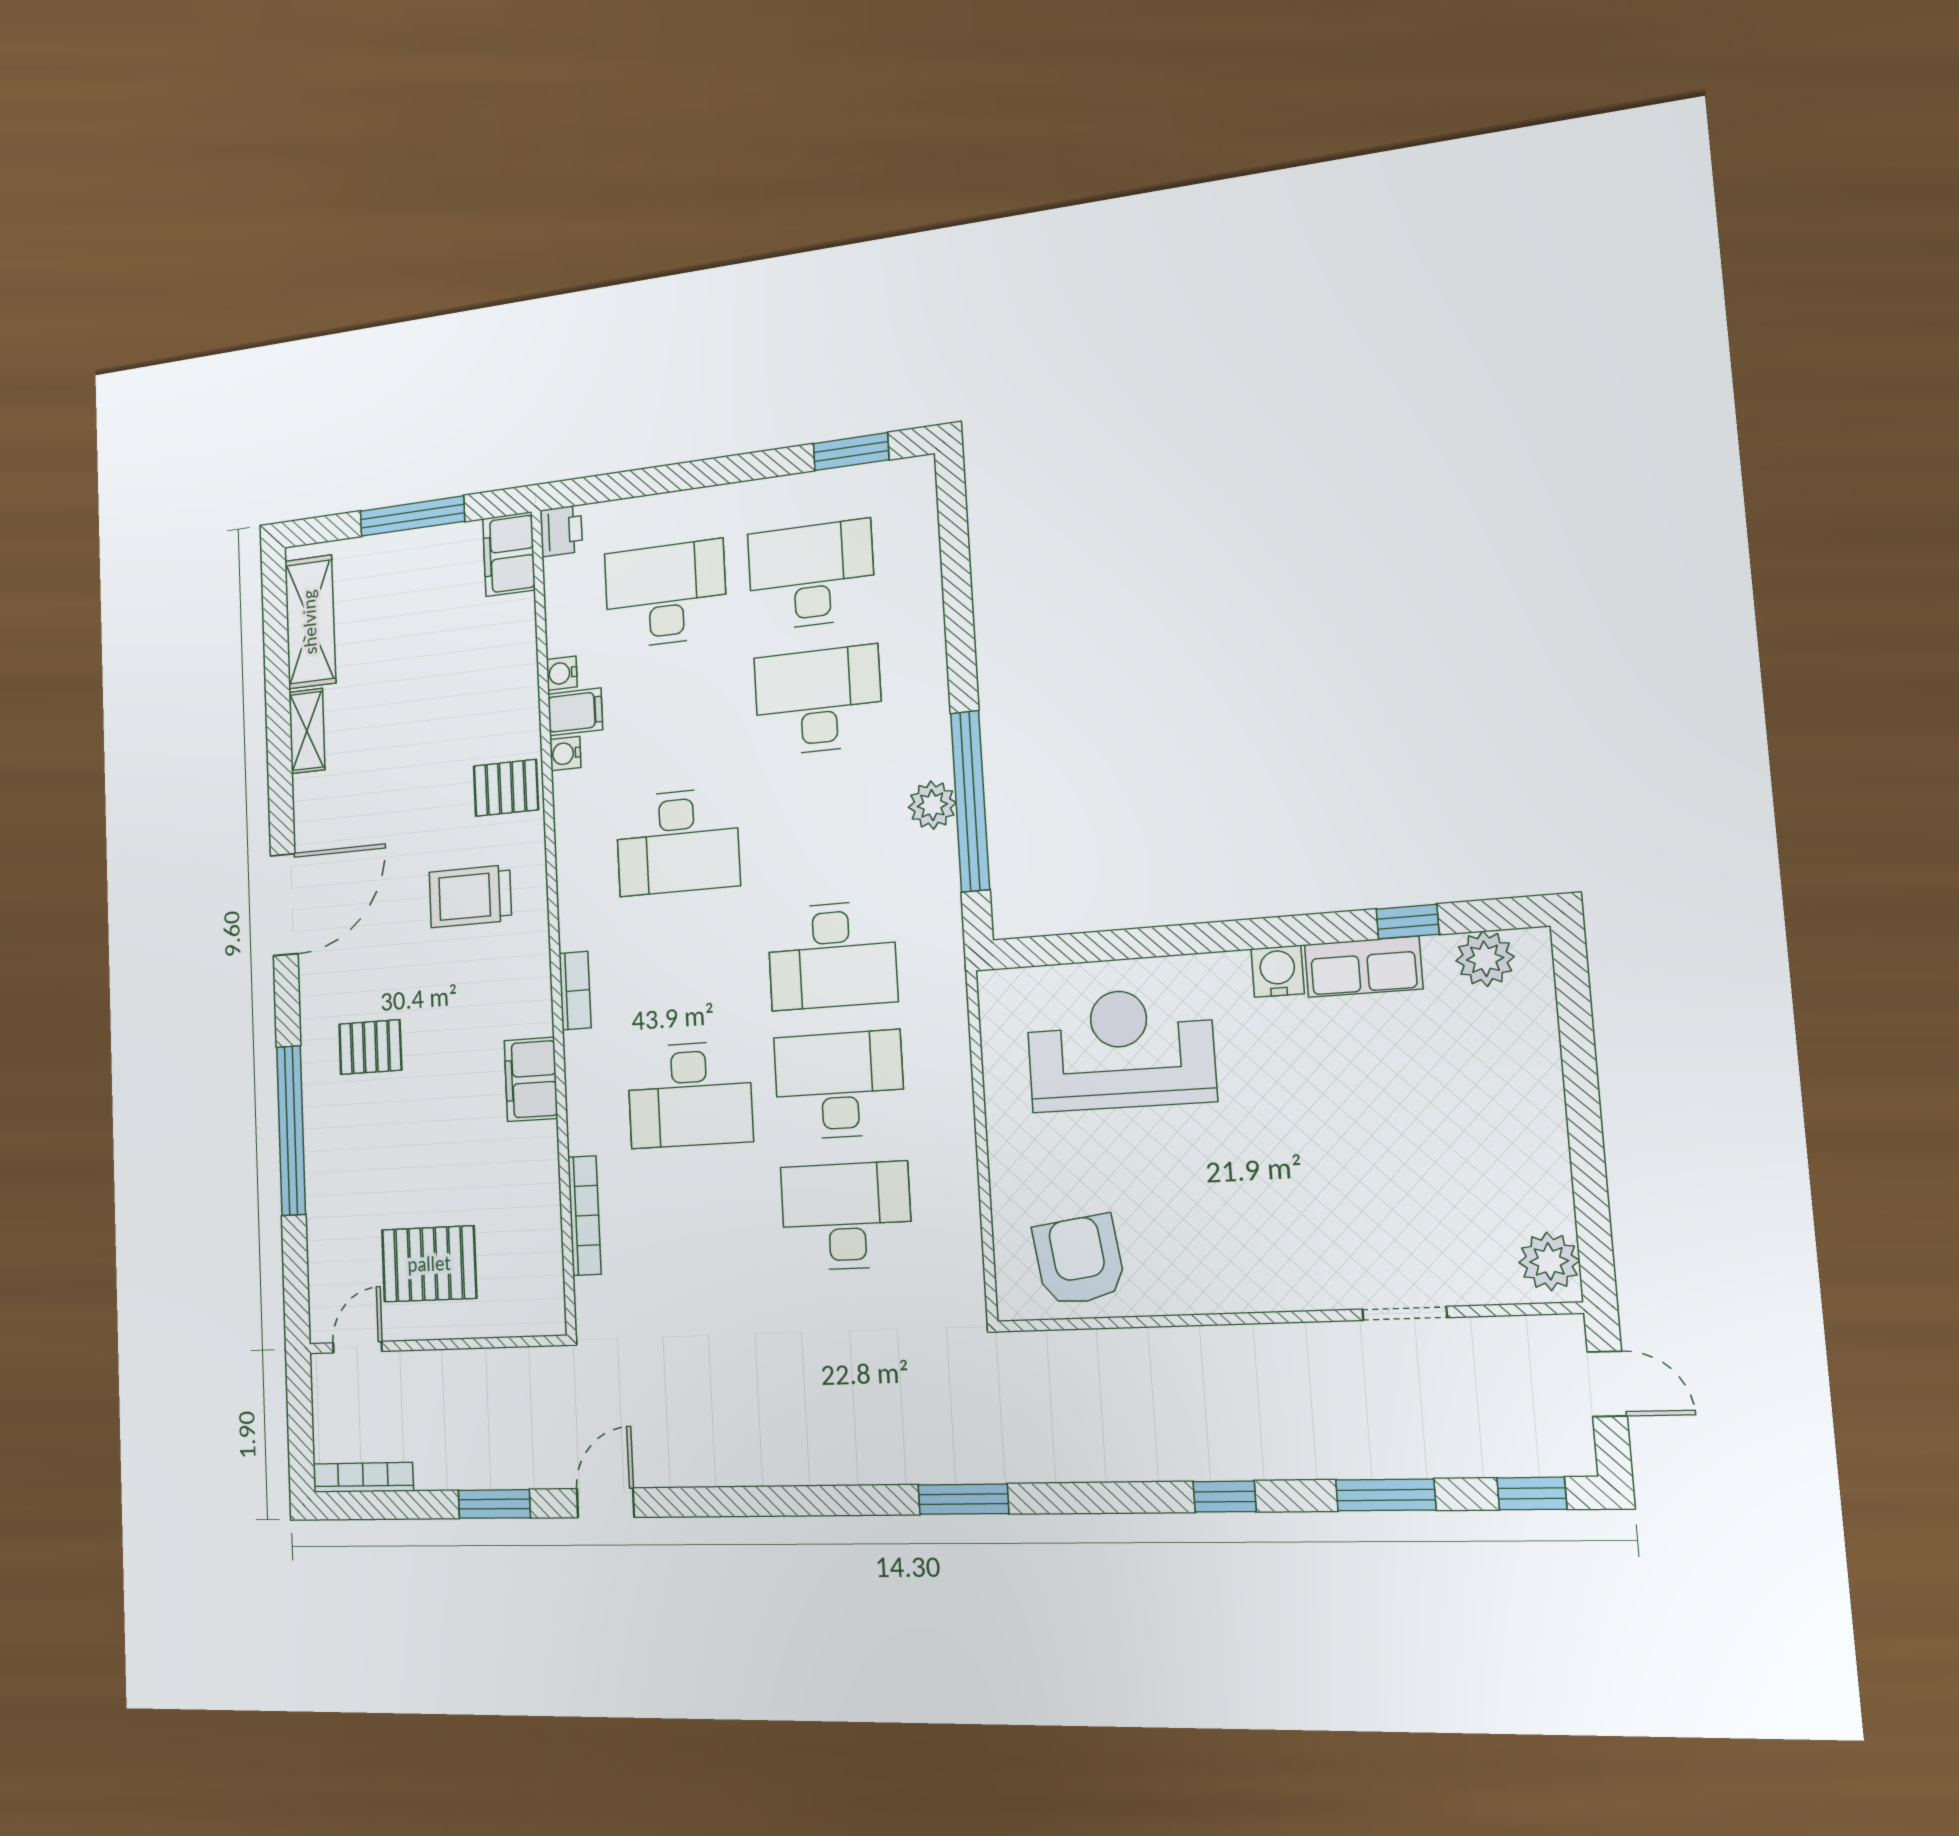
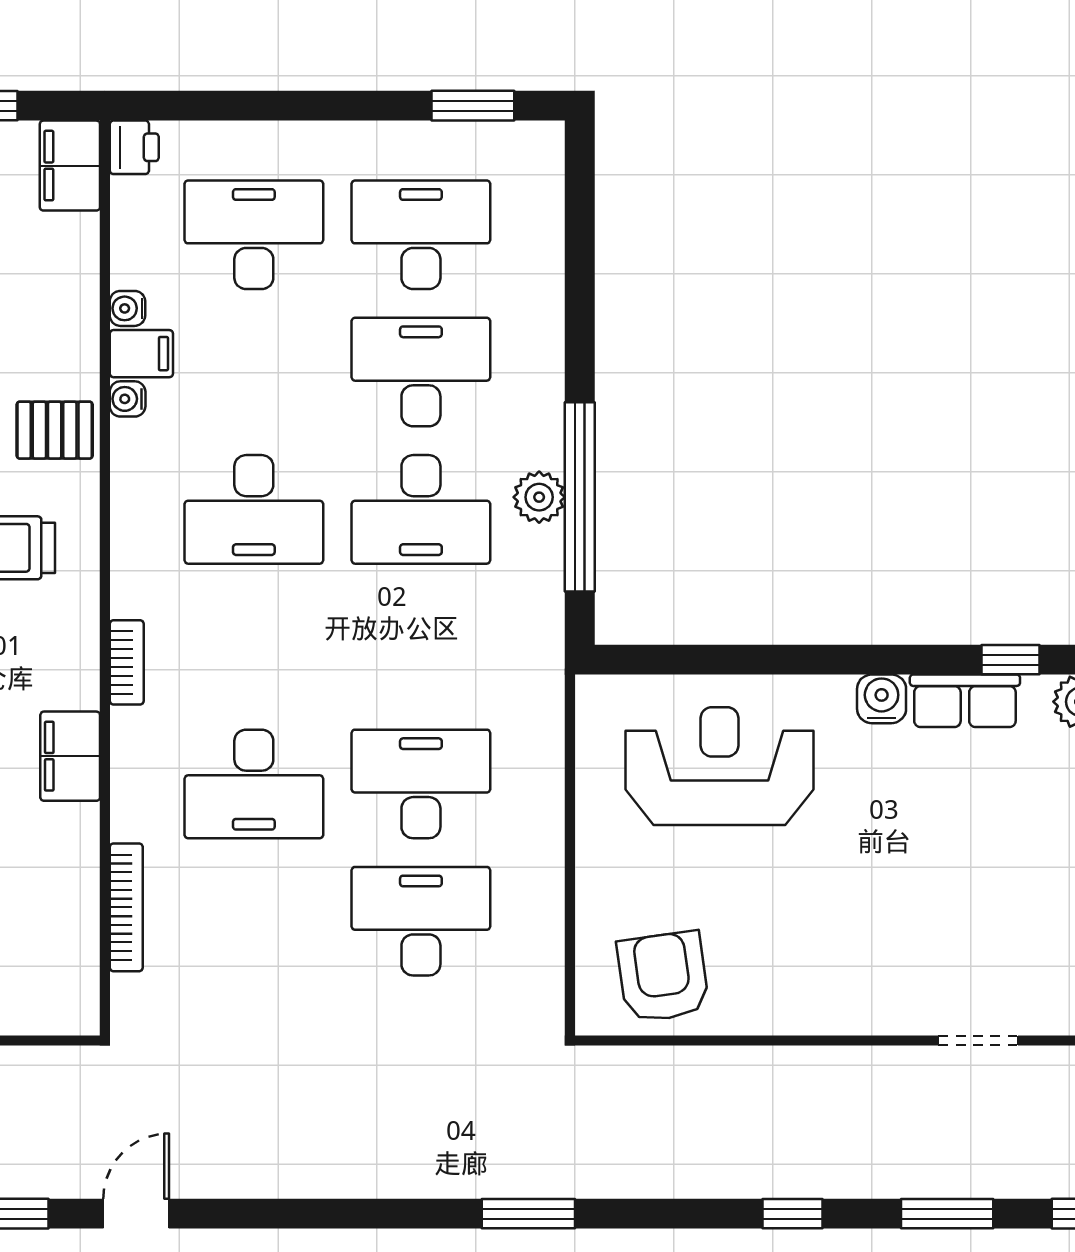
desk: (832, 955) -> (421, 509), moved

